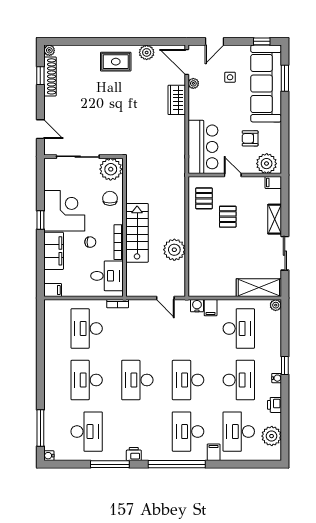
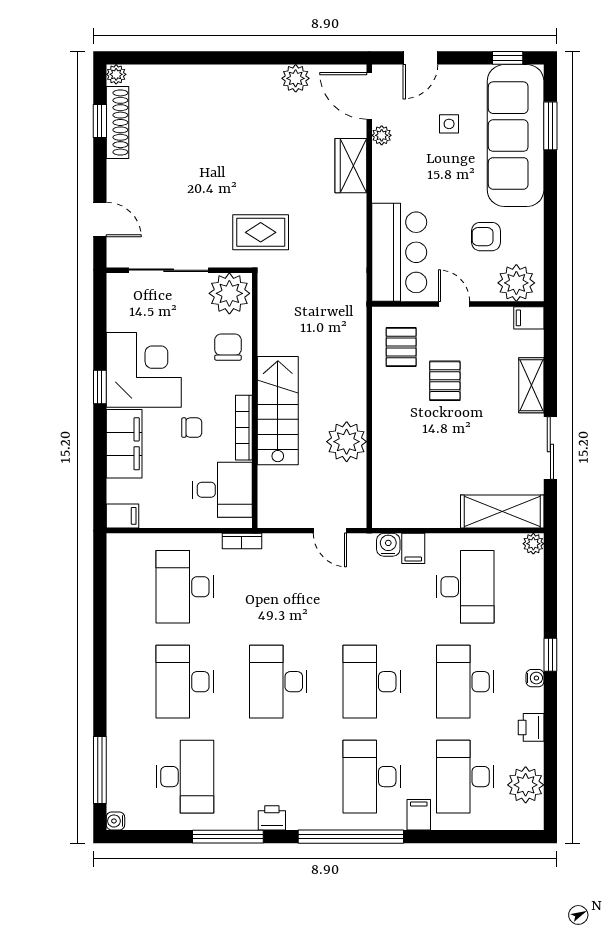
rug: (116, 62) -> (261, 232), moved
desk: (239, 380) -> (465, 682), turned 180

